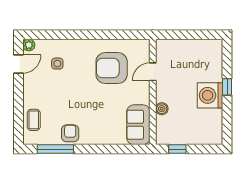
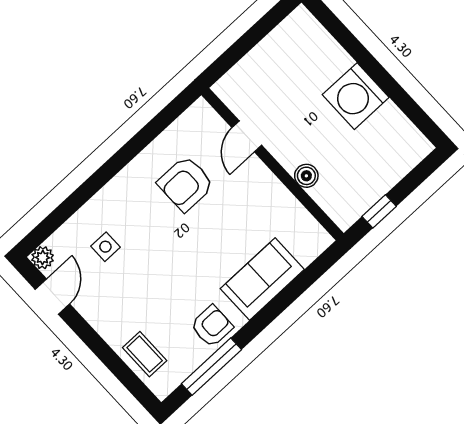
armchair: (112, 68) -> (186, 184), width x0.73, depth x0.73
window: (227, 87) -> (368, 63), removed
sofa: (138, 125) -> (262, 279), moved, turned 90
armchair: (70, 133) -> (212, 326), turned 90

